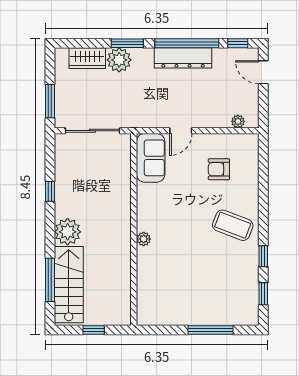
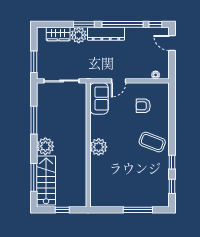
dresser: (183, 58) -> (106, 34), moved
window: (50, 191) -> (34, 120), width x2.17
plant: (144, 239) -> (99, 147), width x1.88, depth x1.88

